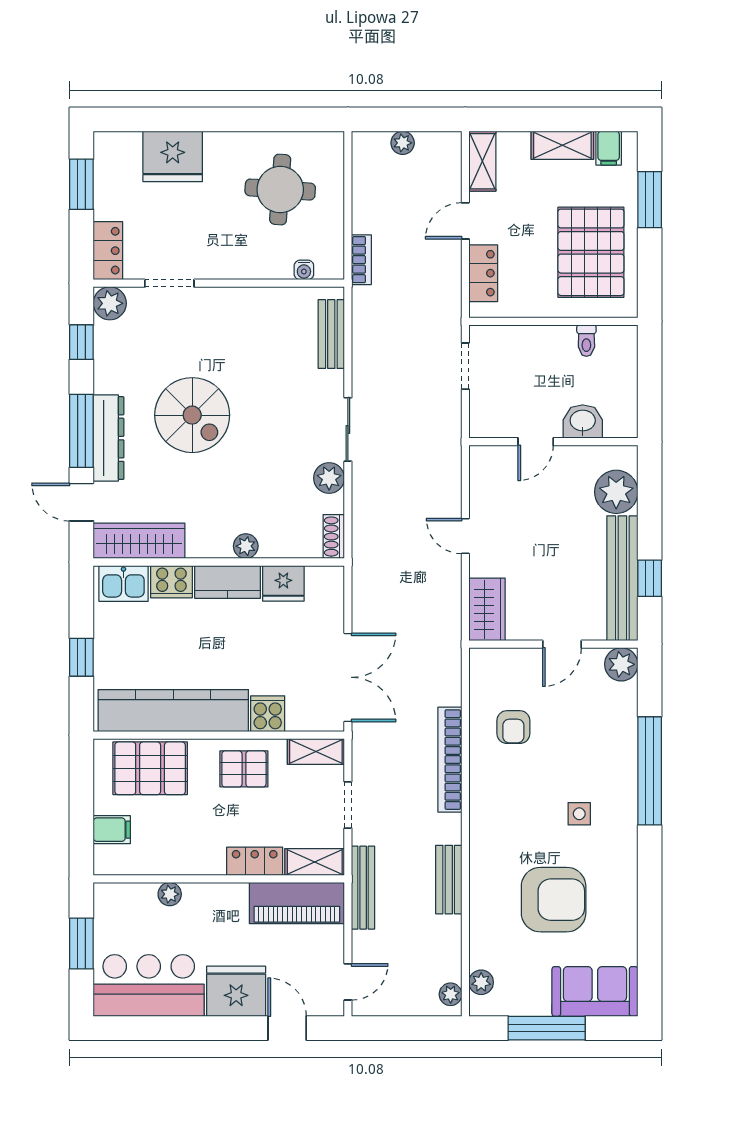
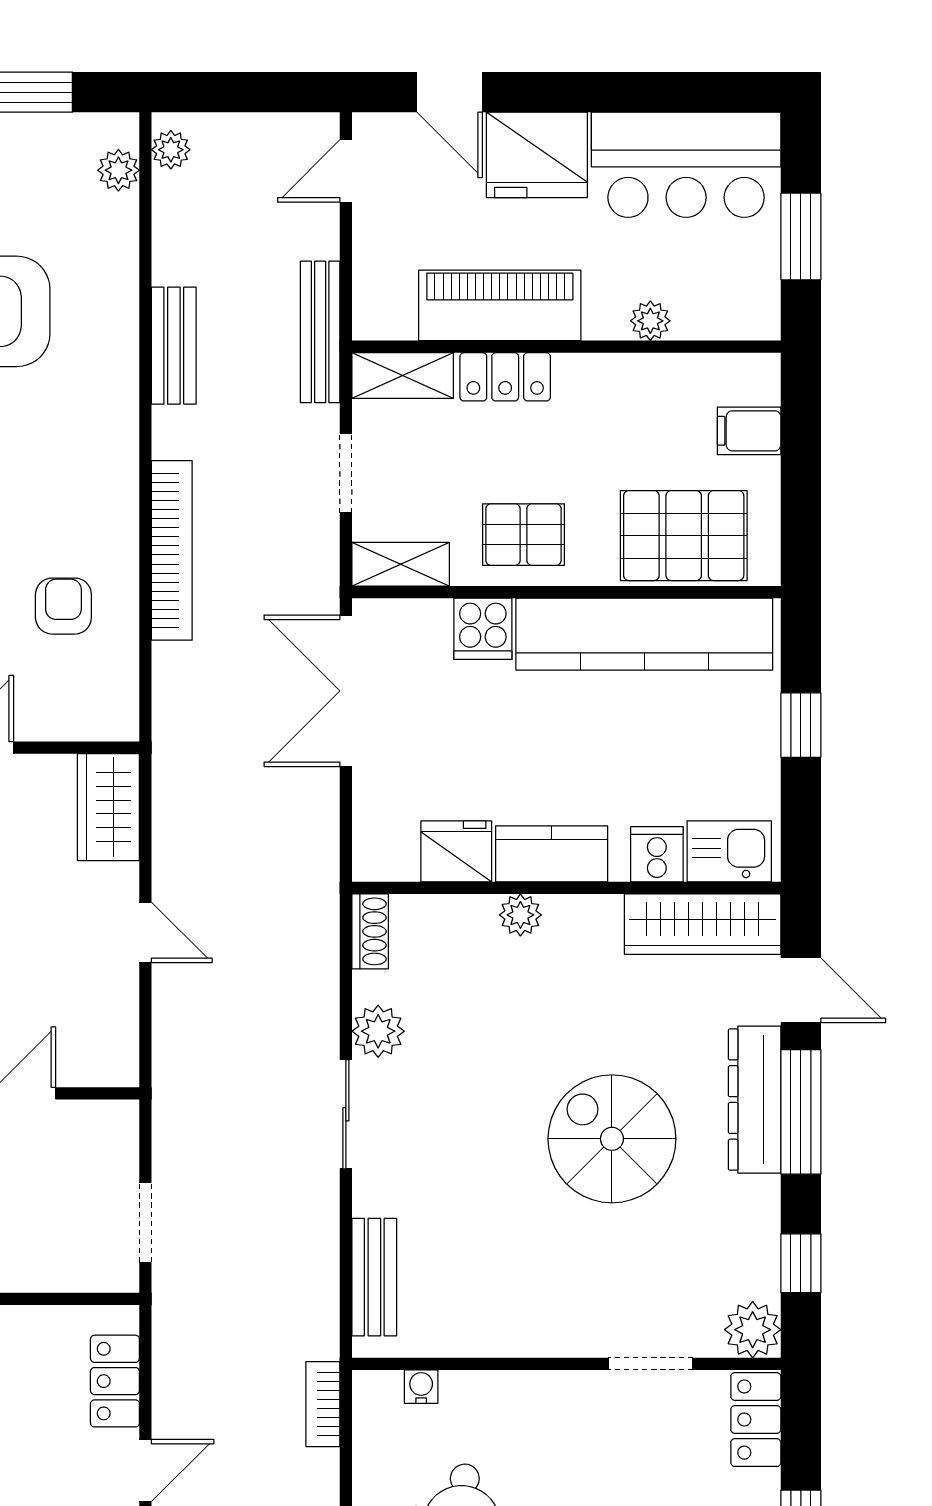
cooker: (171, 582) -> (657, 854), width x0.73
piano: (297, 903) -> (500, 305), moved

